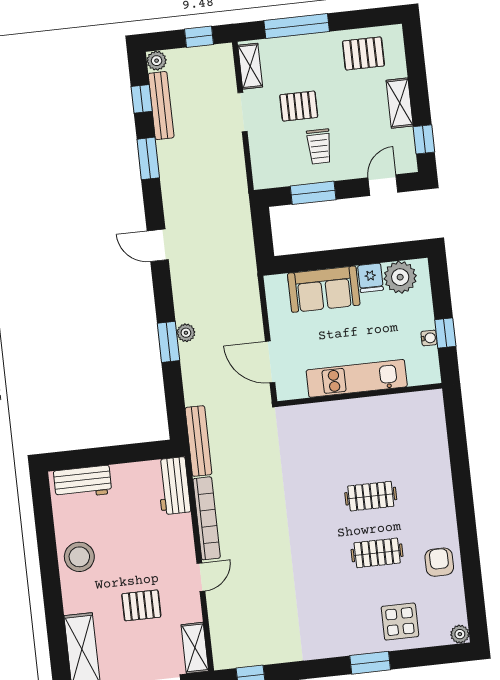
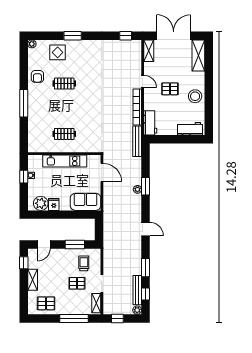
trolley: (319, 146) -> (84, 263), moved
sofa: (324, 289) -> (86, 202), moved
clothes rail: (371, 496) -> (64, 134), moved
window: (464, 498) -> (24, 103), added
door: (201, 577) -> (143, 81), swing flipped
pallet: (141, 605) -> (170, 89), moved

